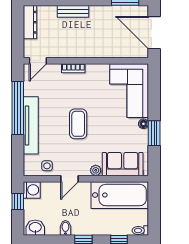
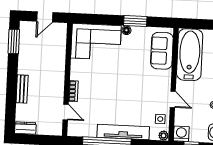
dresser: (30, 22) -> (25, 128), width x0.70
door: (154, 33) -> (45, 17), width x0.53
door: (38, 61) -> (66, 112), moved
coffee table: (78, 124) -> (124, 89), removed
plant: (96, 170) -> (164, 136), moved

